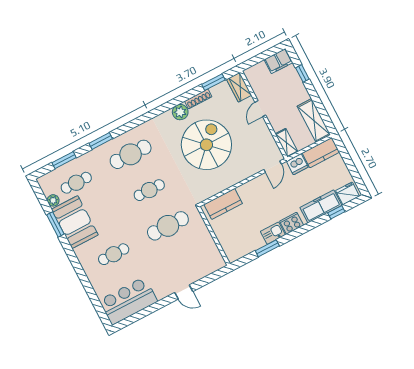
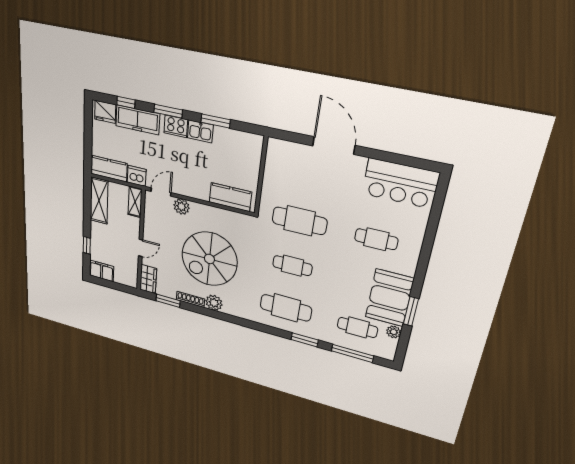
window: (64, 160) -> (352, 353), width x1.44
plant: (251, 168) -> (181, 207), added
window: (303, 230) -> (168, 111), added
door: (184, 292) -> (334, 146), width x1.88

